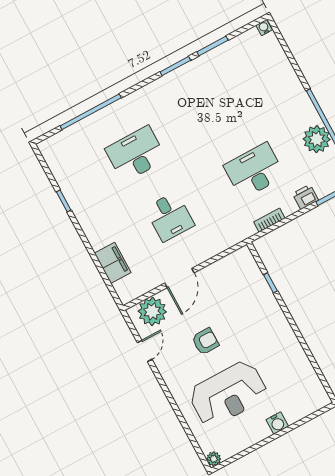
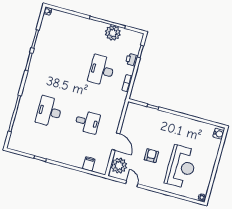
filing cabinet: (113, 263) -> (89, 164), width x0.50
water cooler: (277, 423) -> (219, 134), moved

